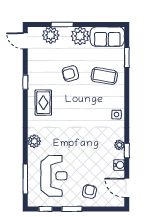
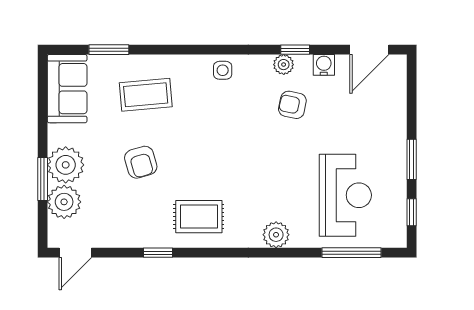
plant: (80, 36) -> (66, 165), moved
coffee table: (104, 76) -> (146, 95), turned 76
reception desk: (54, 176) -> (345, 195), turned 90
armchair: (89, 192) -> (292, 105), moved

